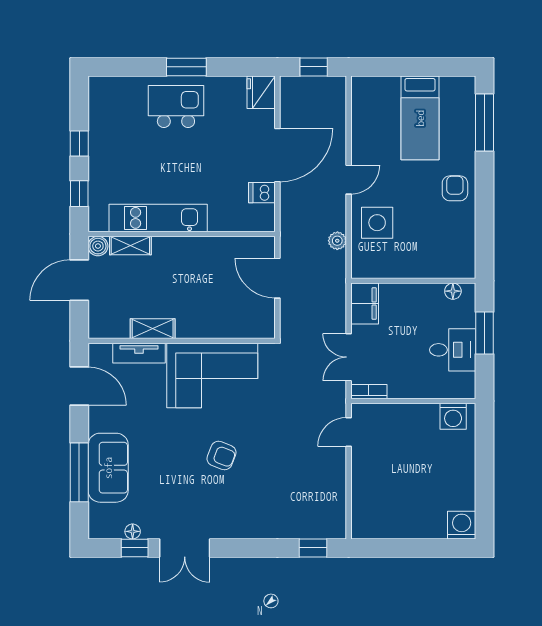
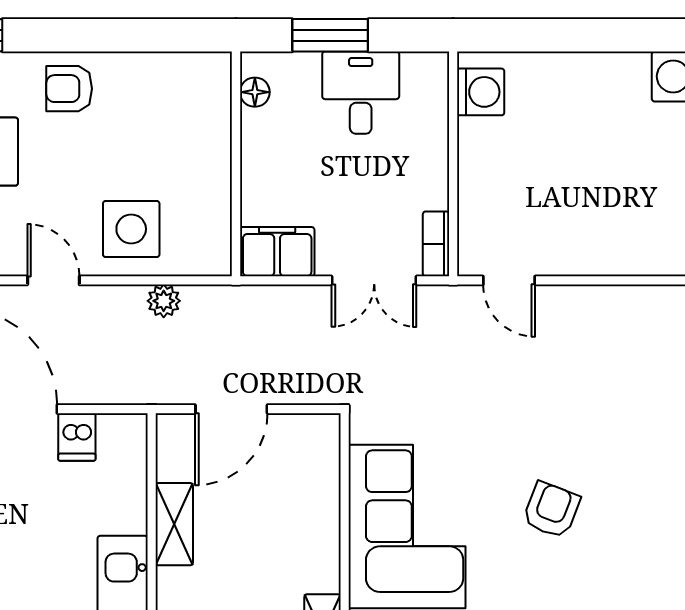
shelving: (214, 247) -> (174, 524), added

